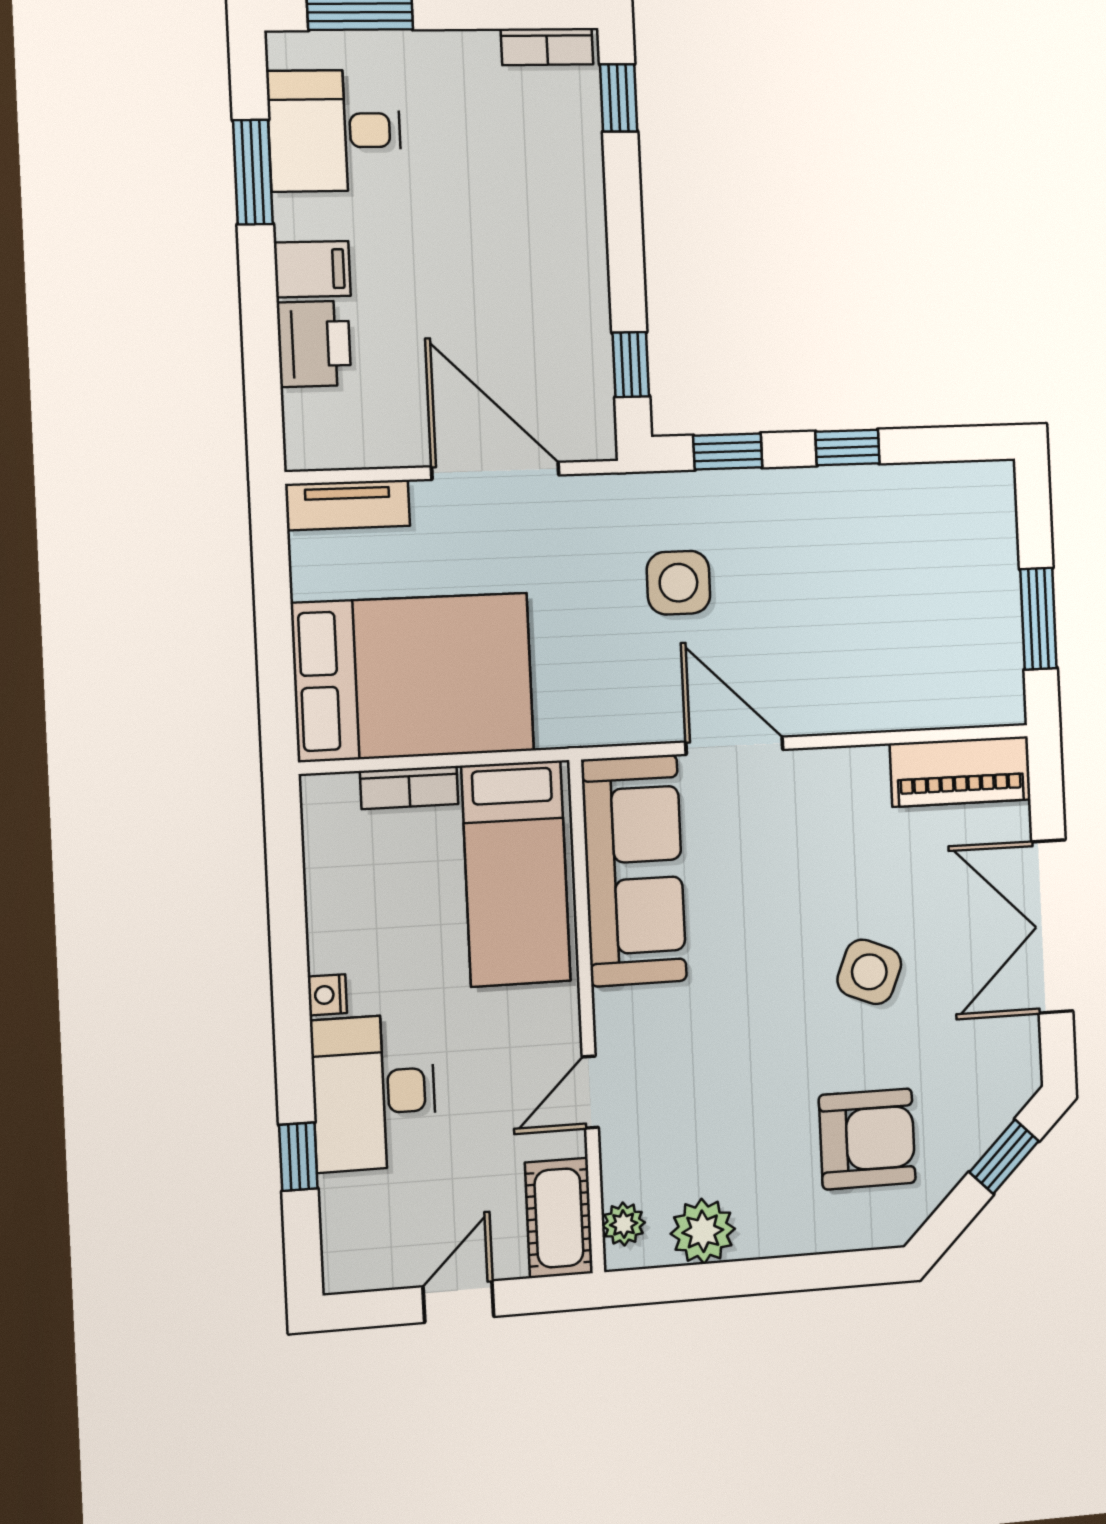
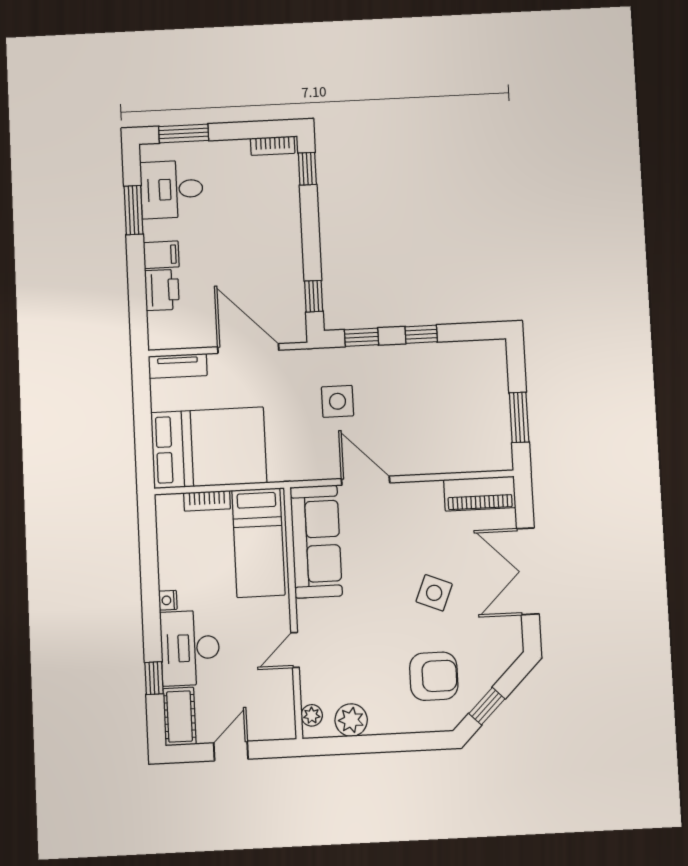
window: (1004, 1157) -> (487, 706), moved
cot: (559, 1218) -> (179, 716), moved

